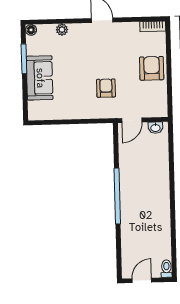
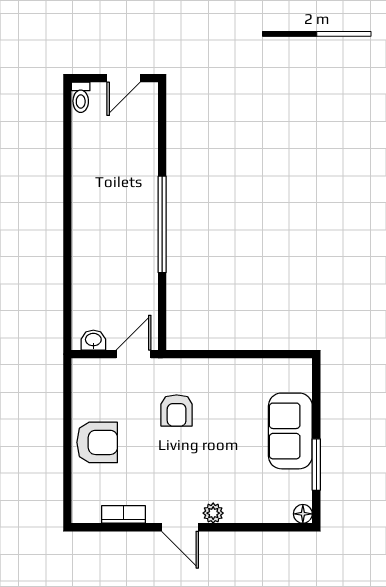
bookcase: (153, 26) -> (124, 514), moved
plant: (62, 30) -> (213, 513), moved
armchair: (152, 68) -> (97, 442), turned -90

